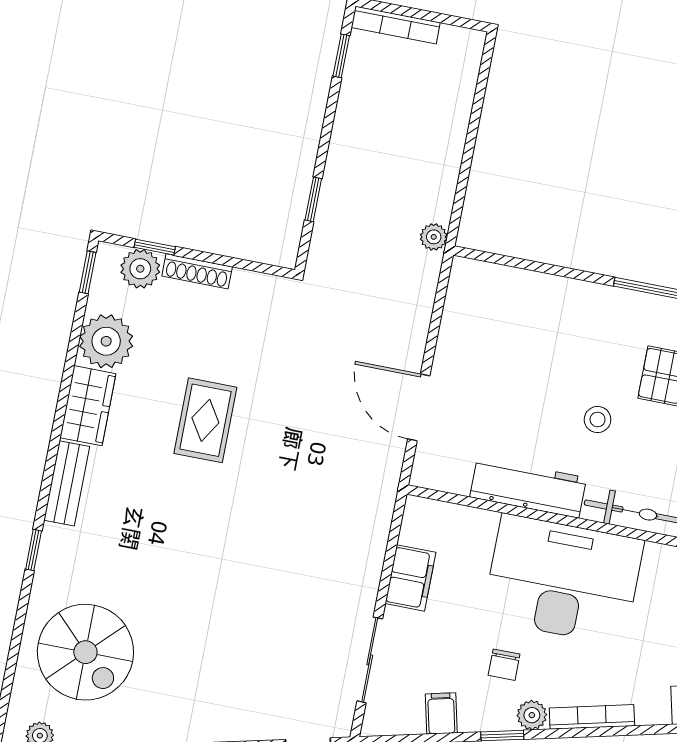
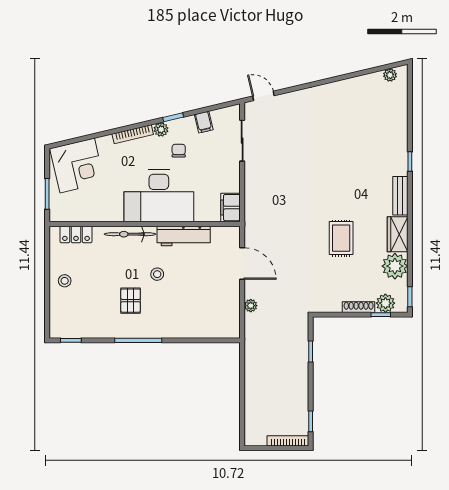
plant: (434, 237) -> (251, 306), moved
filing cabinet: (410, 578) -> (231, 208), moved
spiral stairs: (85, 652) -> (376, 118), removed

